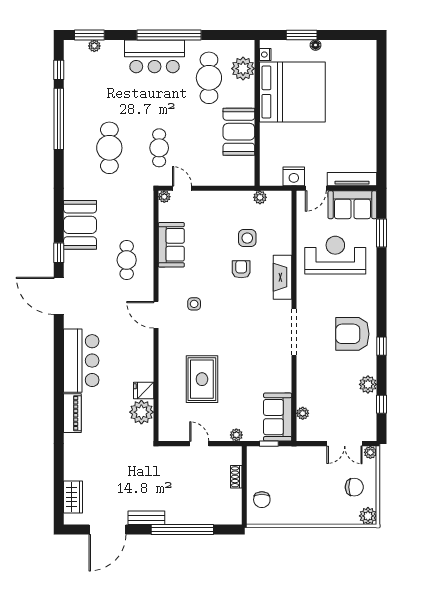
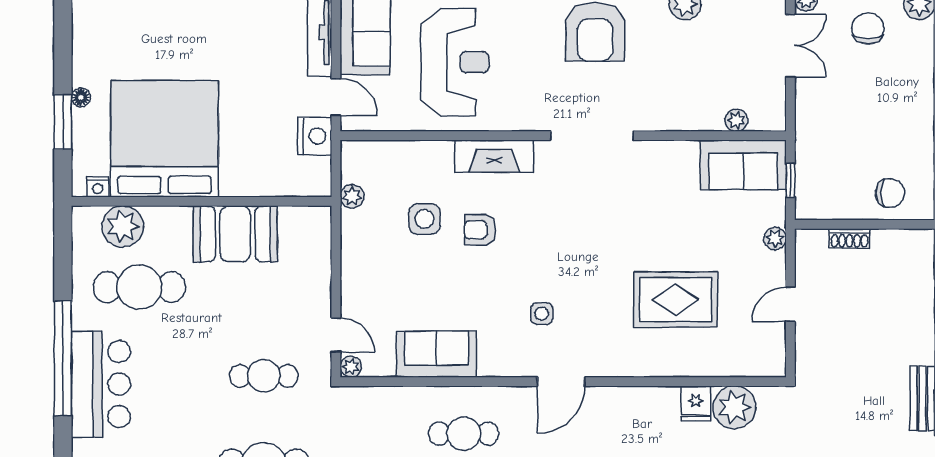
door: (182, 188) -> (336, 335), swing flipped
reception desk: (335, 255) -> (455, 62), turned 180

